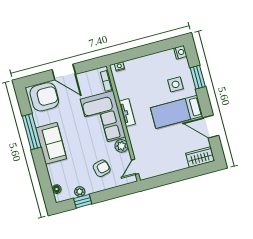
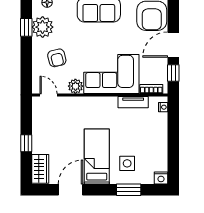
window: (88, 66) -> (173, 73), added
tv unit: (127, 113) -> (133, 102), moved
window: (181, 175) -> (26, 143), added
plant: (80, 192) -> (43, 27), width x1.88, depth x1.88

